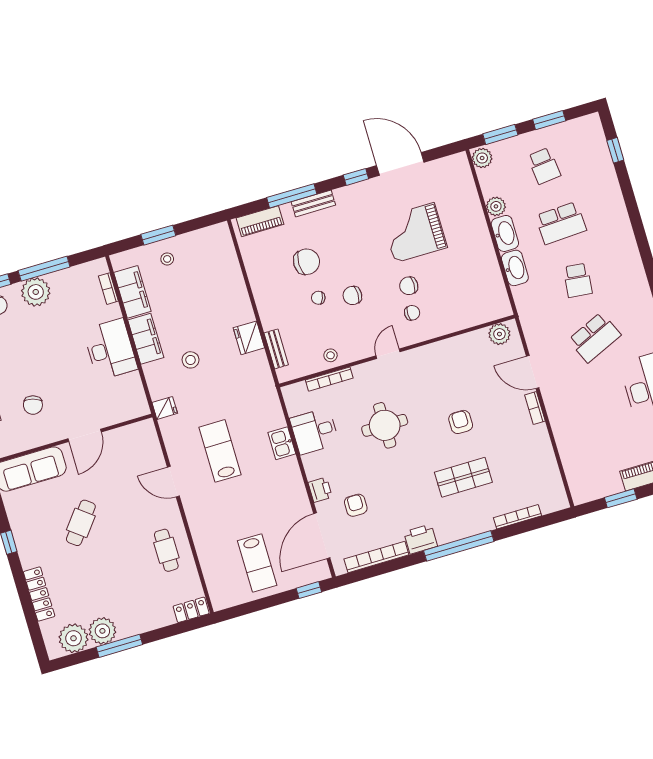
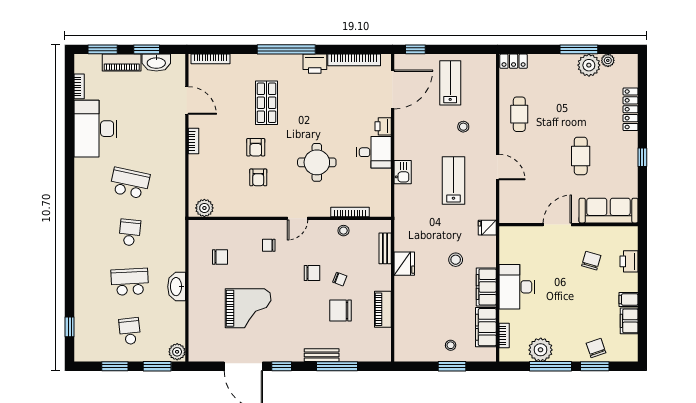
plant: (496, 206) -> (177, 310), removed
piano: (260, 221) -> (383, 309), moved, turned -90
washbasin: (515, 268) -> (156, 63), moved, turned -90
chair: (409, 286) -> (220, 257), moved
plant: (36, 292) -> (541, 350), moved
school desk: (595, 337) -> (130, 183), turned 36
door: (533, 372) -> (187, 101), moved
desk: (315, 431) -> (374, 152), moved
lab bench: (220, 451) -> (453, 181), turned 180
shop shelf: (463, 477) -> (266, 103), turned 90
armchair: (356, 505) -> (258, 177), moved
stool: (227, 517) -> (463, 127), added
bookcase: (518, 517) -> (211, 59), moved
cafe table: (81, 523) -> (581, 156), turned -38
plant: (74, 638) -> (608, 60), width x0.53, depth x0.53

